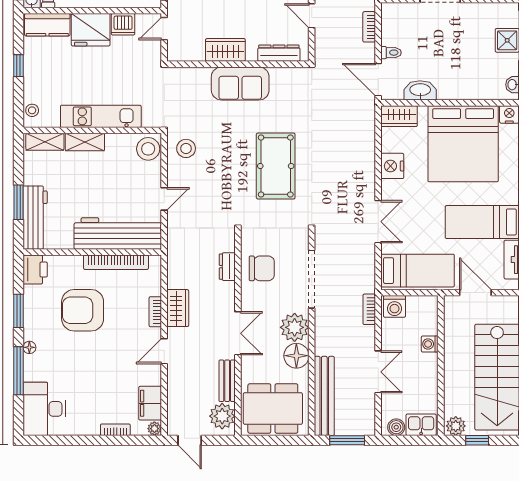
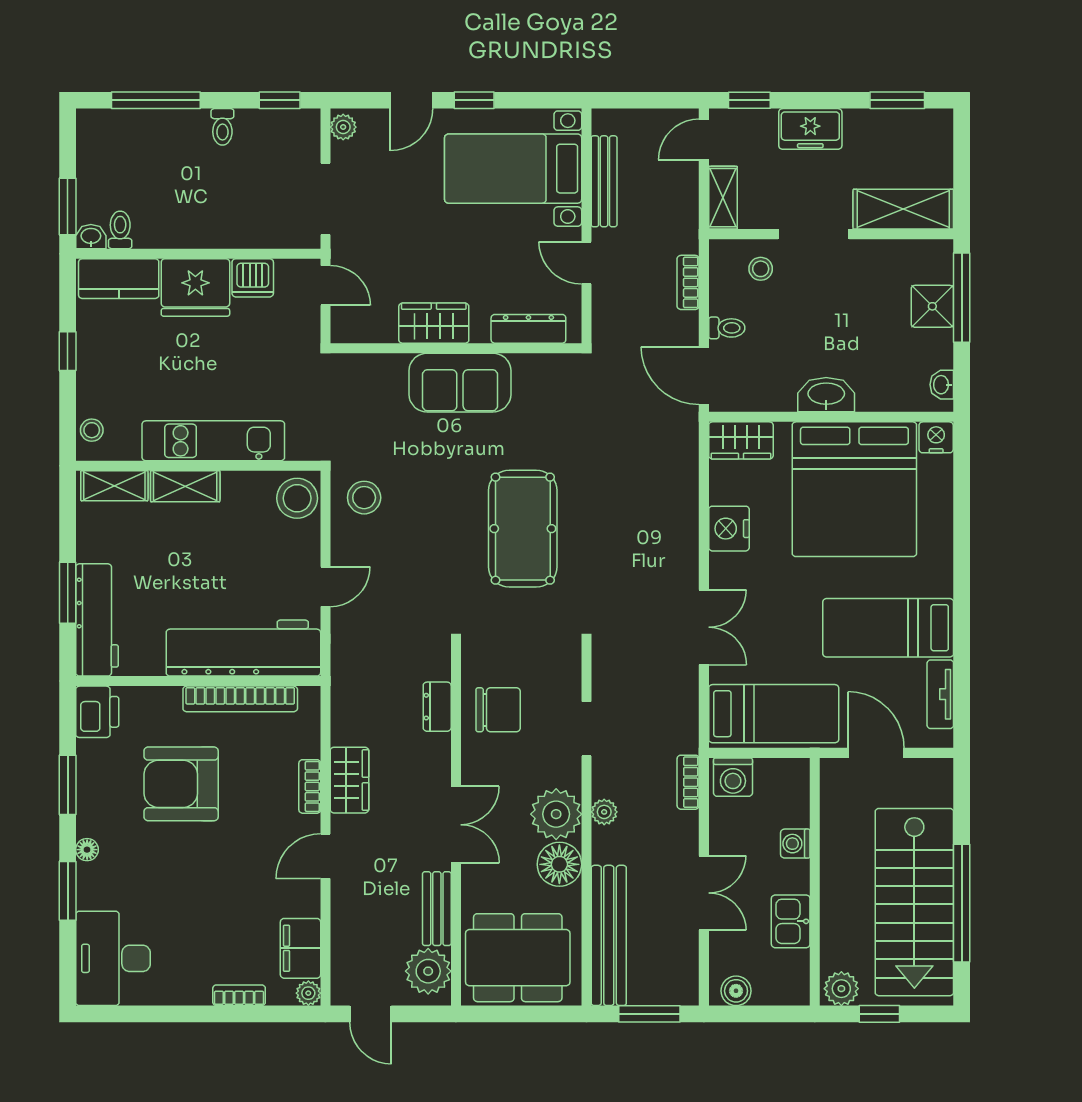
stool: (410, 19) -> (761, 269), added
door: (164, 29) -> (325, 285), swing flipped
washbasin: (420, 90) -> (826, 395), moved
doorway: (312, 279) -> (586, 729), width x0.53
plant: (322, 326) -> (604, 812), added
window: (18, 371) -> (68, 891), width x0.69
kitchen sink: (421, 425) -> (791, 921), moved, turned -90

